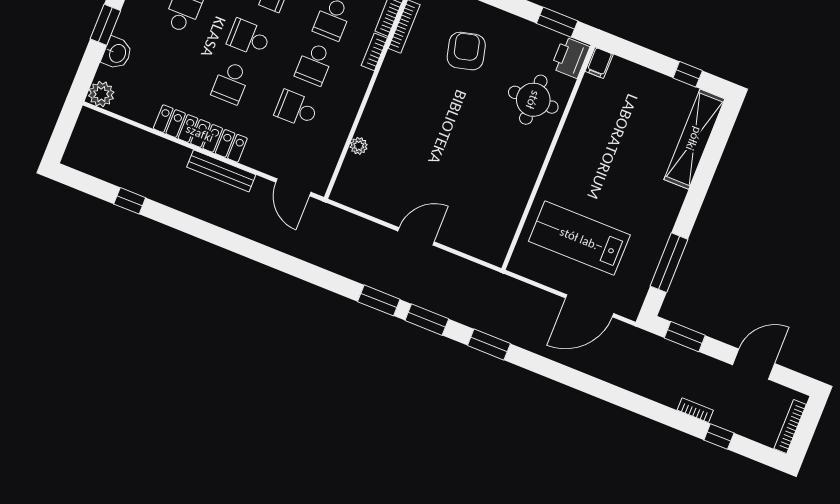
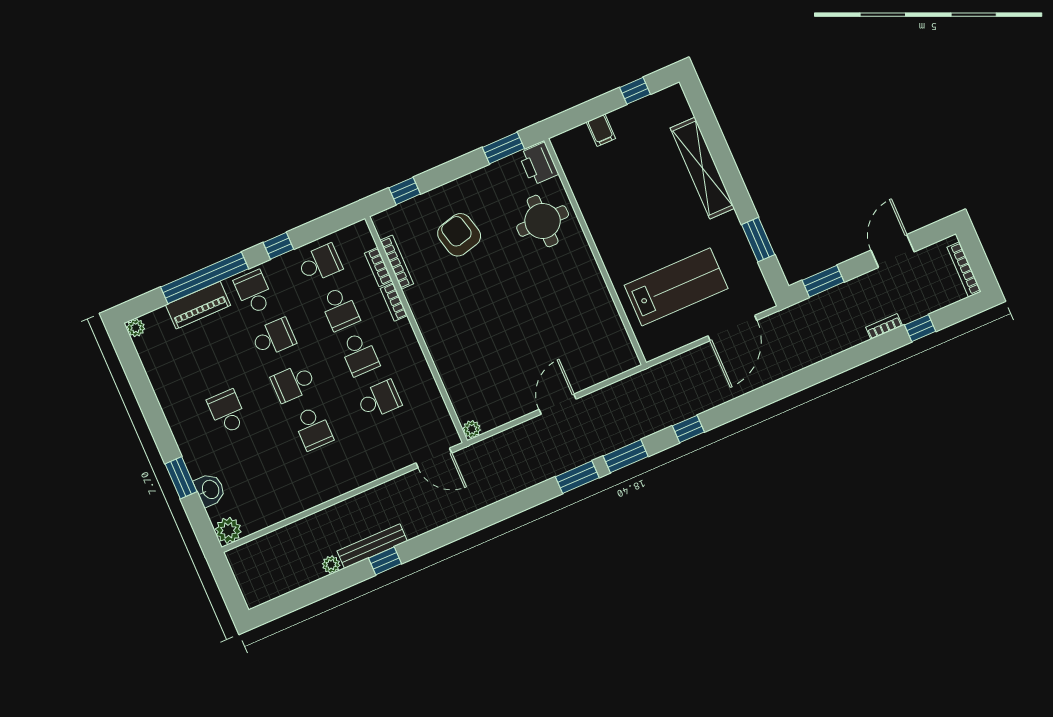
filing cabinet: (599, 63) -> (601, 130), moved
school desk: (296, 109) -> (379, 400), turned 180
locker: (200, 133) -> (328, 487), removed
shelving: (694, 139) -> (702, 168), moved
plant: (359, 146) -> (472, 429), moved
bench: (221, 171) -> (372, 546), moved
plant: (148, 189) -> (331, 565), added
window: (130, 201) -> (385, 561), moved
lab bench: (579, 238) -> (676, 287), turned 180
window: (669, 263) -> (758, 240), width x0.69
window: (489, 345) -> (688, 429), width x0.67

